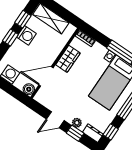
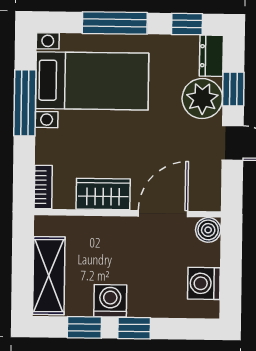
door: (46, 76) -> (163, 214), swing flipped
plant: (77, 123) -> (202, 99), width x1.88, depth x1.88

